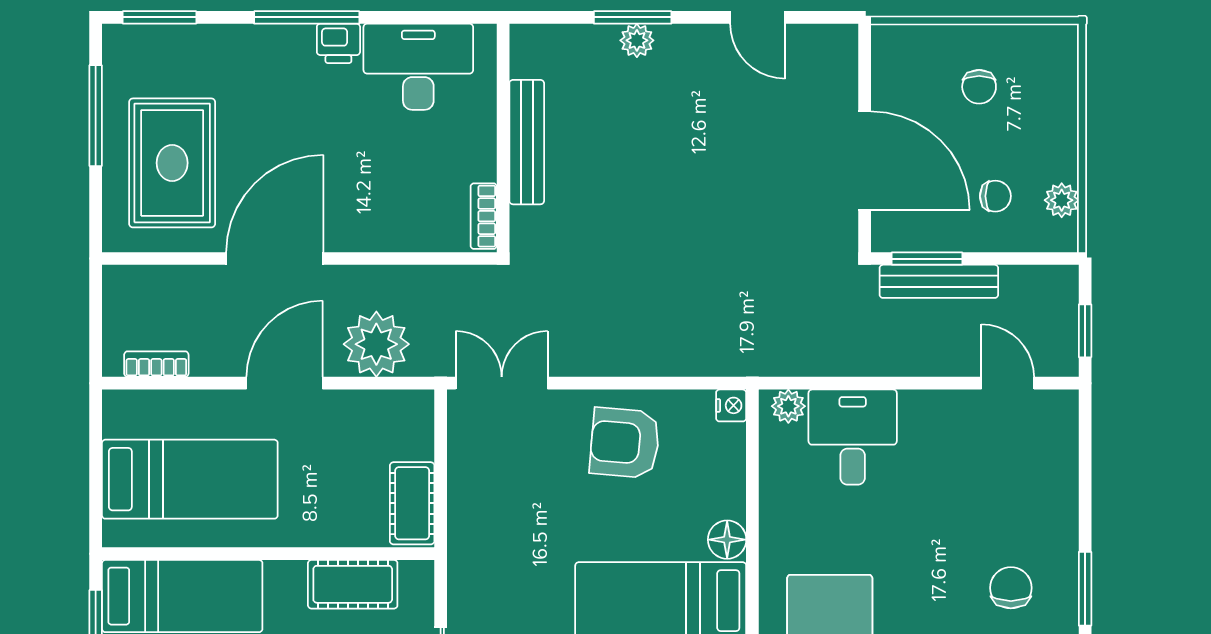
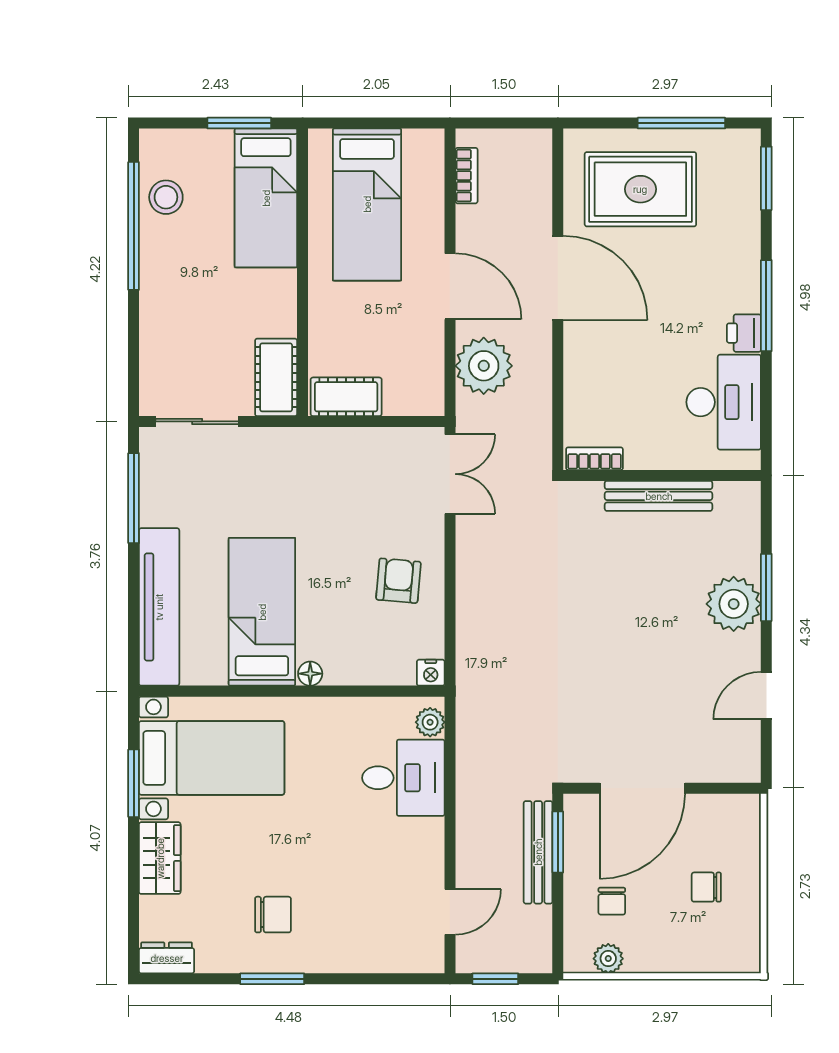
plant: (637, 40) -> (734, 604), width x1.88, depth x1.88
armchair: (625, 443) -> (398, 581), width x0.72, depth x0.72
floor lamp: (727, 540) -> (310, 674), width x0.73, depth x0.73
cot: (353, 584) -> (276, 377), moved

